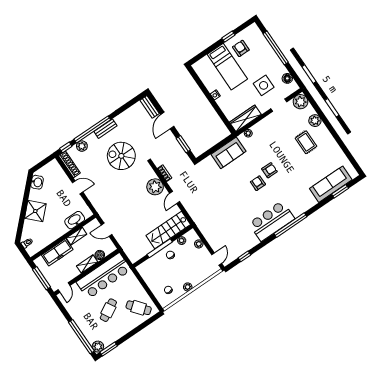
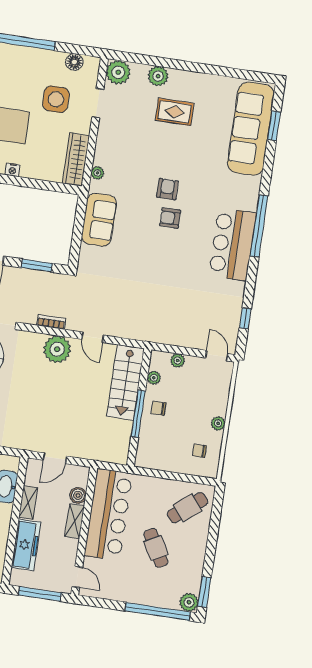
sofa: (331, 184) -> (251, 129), width x1.36, depth x1.27

